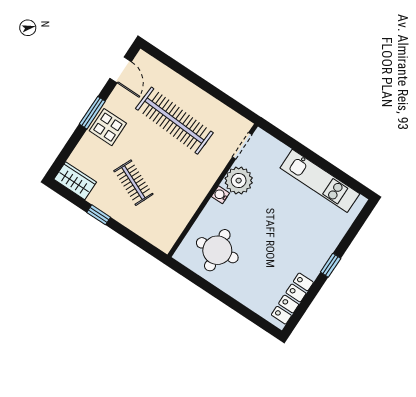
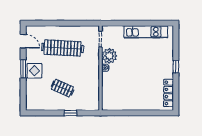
wardrobe: (75, 181) -> (36, 105), removed
window: (99, 215) -> (70, 113), moved
round table: (217, 250) -> (120, 94), removed

